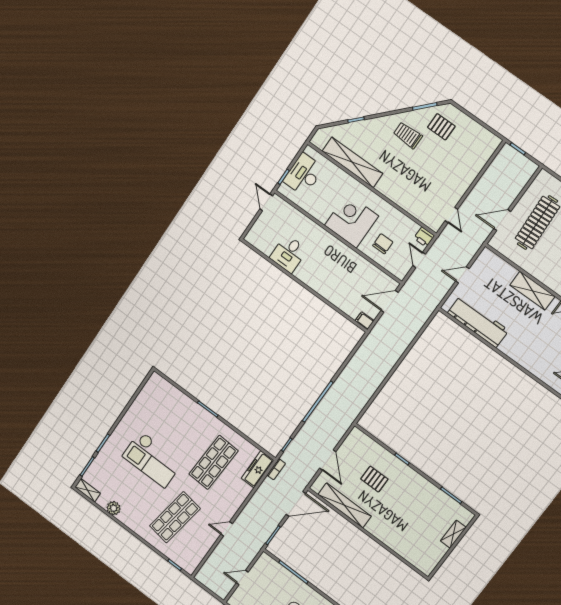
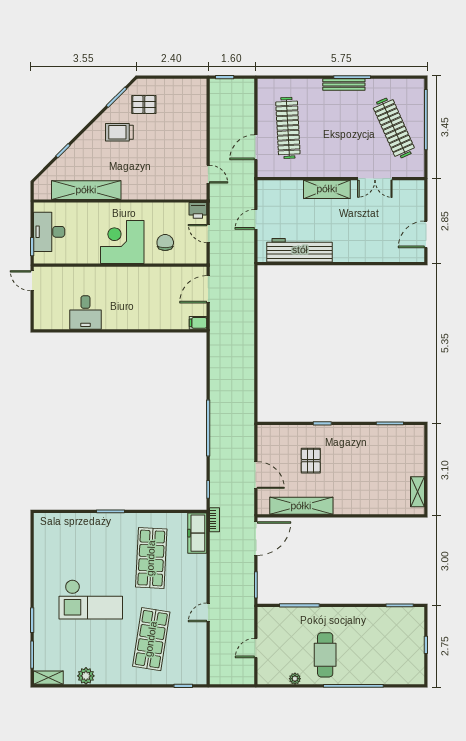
pallet: (374, 479) -> (311, 461), turned 90
shelving: (453, 534) -> (418, 492), moved

